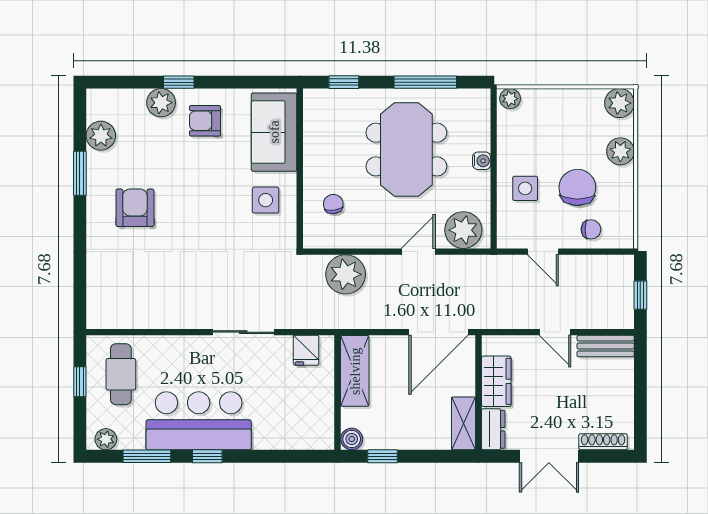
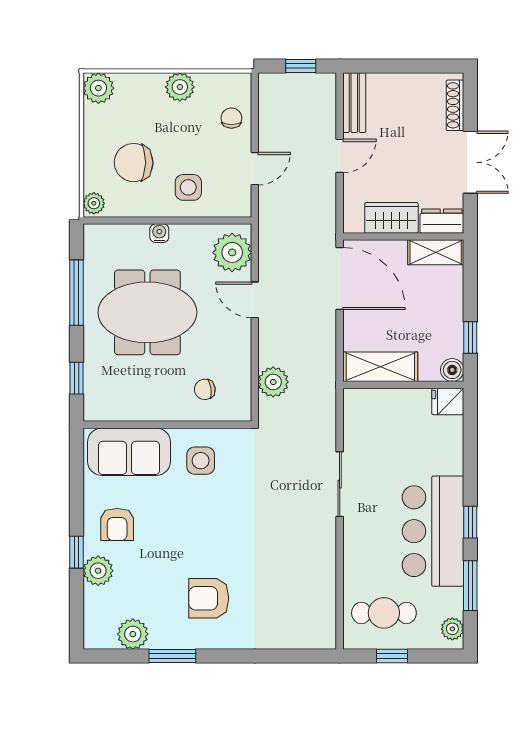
plant: (620, 151) -> (180, 87), moved
chair: (577, 187) -> (134, 163), moved
plant: (346, 274) -> (273, 382), width x0.73, depth x0.73
fridge: (306, 350) -> (448, 401), moved, turned 180

